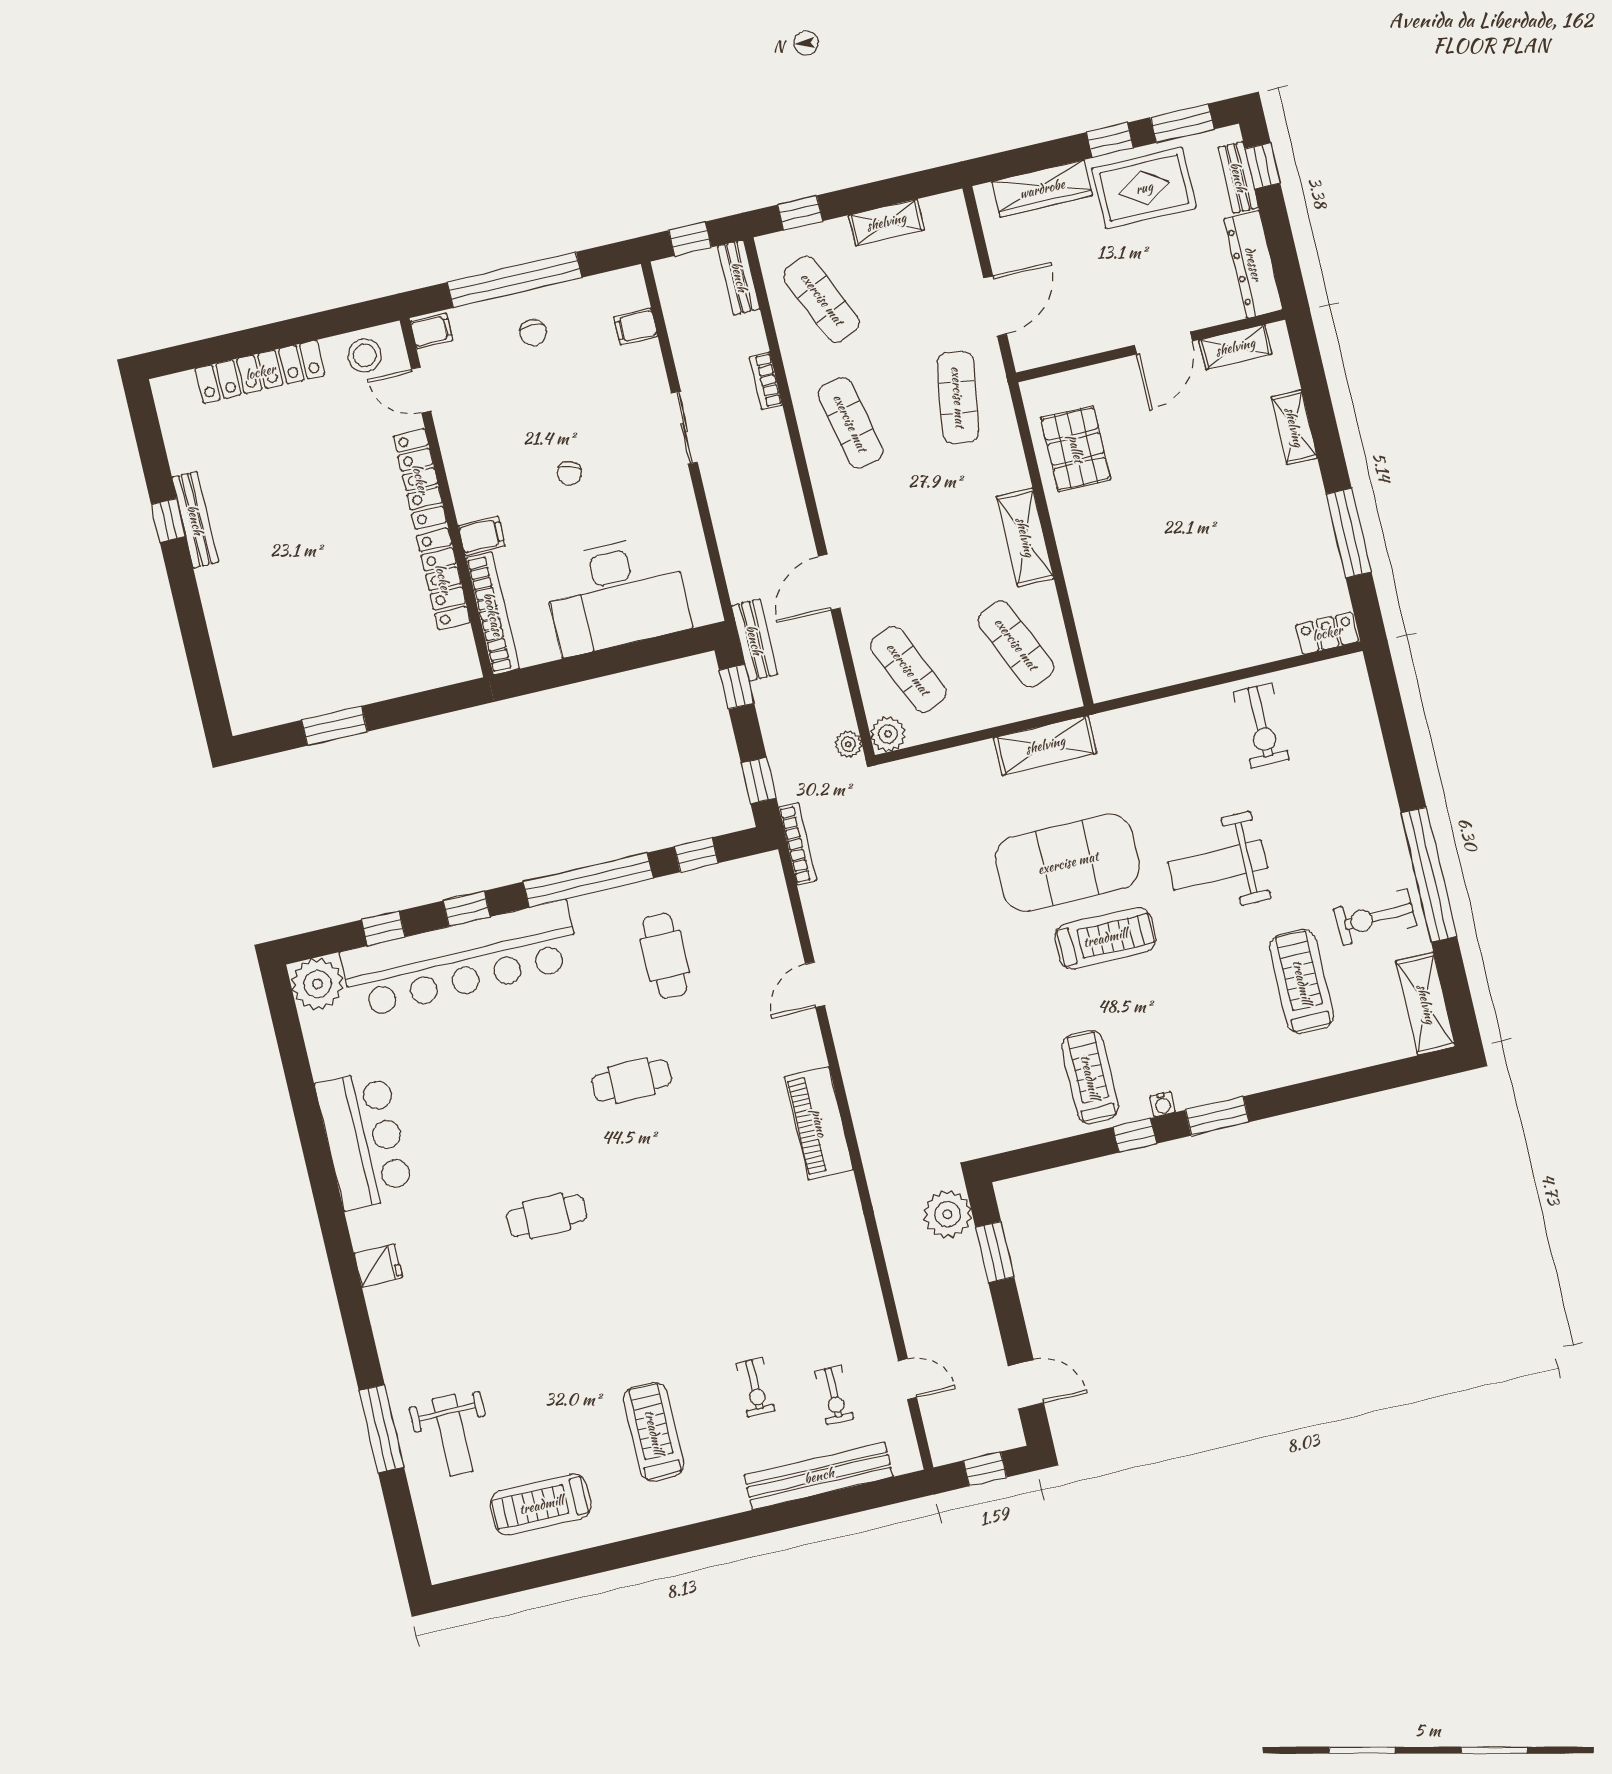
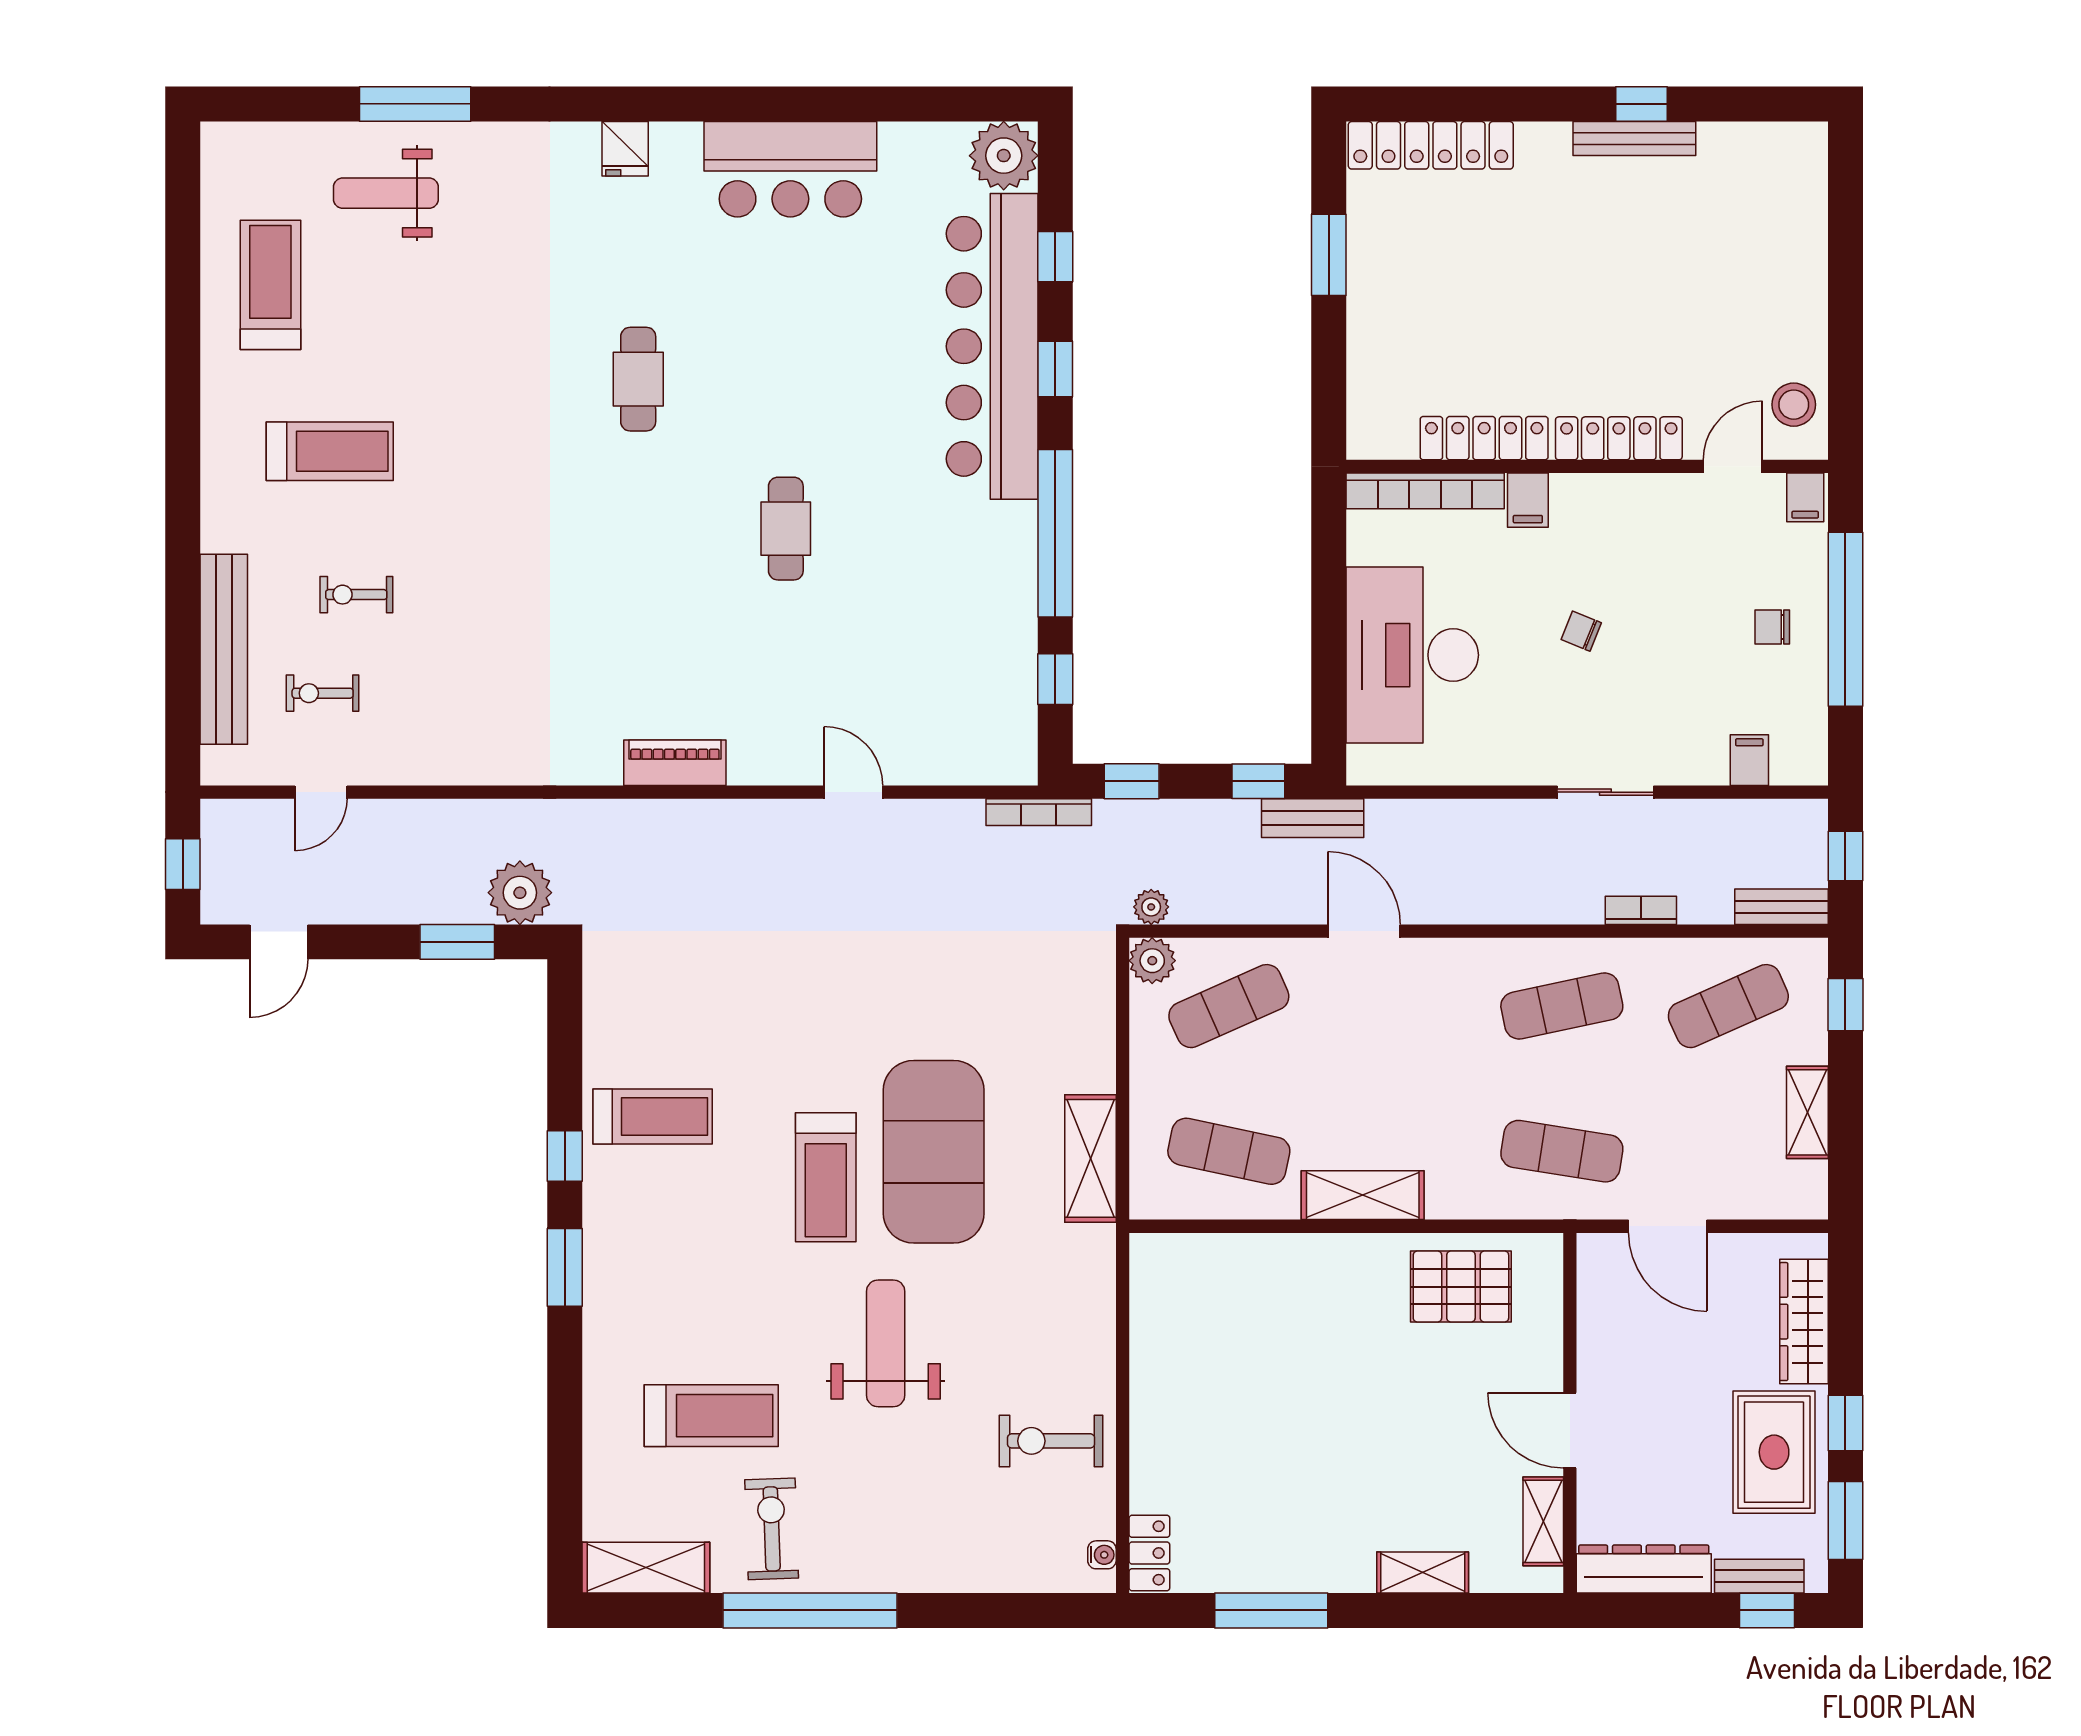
locker: (260, 372) -> (1431, 145), moved, turned -90
exercise mat: (1016, 644) -> (1229, 1151), turned 36
cafe table: (665, 956) -> (935, 609), removed
water cooler: (1163, 1104) -> (1102, 1555), moved, turned 180
piano: (819, 1123) -> (675, 763), width x0.73, depth x0.75

